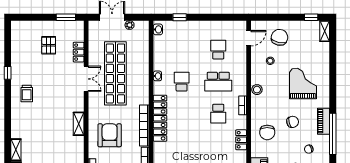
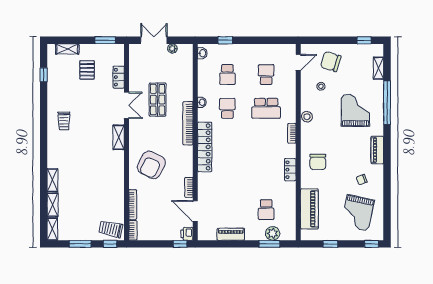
shelving: (30, 25) -> (67, 49), added
shelving: (325, 31) -> (378, 68), moved
chair: (279, 37) -> (331, 62), turned -87
window: (8, 73) -> (44, 75), moved
shop shelf: (115, 73) -> (158, 100), width x0.50, depth x0.74
school desk: (218, 114) -> (227, 75), moved
chair: (293, 122) -> (345, 151), removed
shelving: (79, 124) -> (119, 137), moved
bookcase: (144, 125) -> (188, 123), moved
window: (333, 134) -> (387, 103), moved
armchair: (110, 135) -> (151, 165), turned -153

